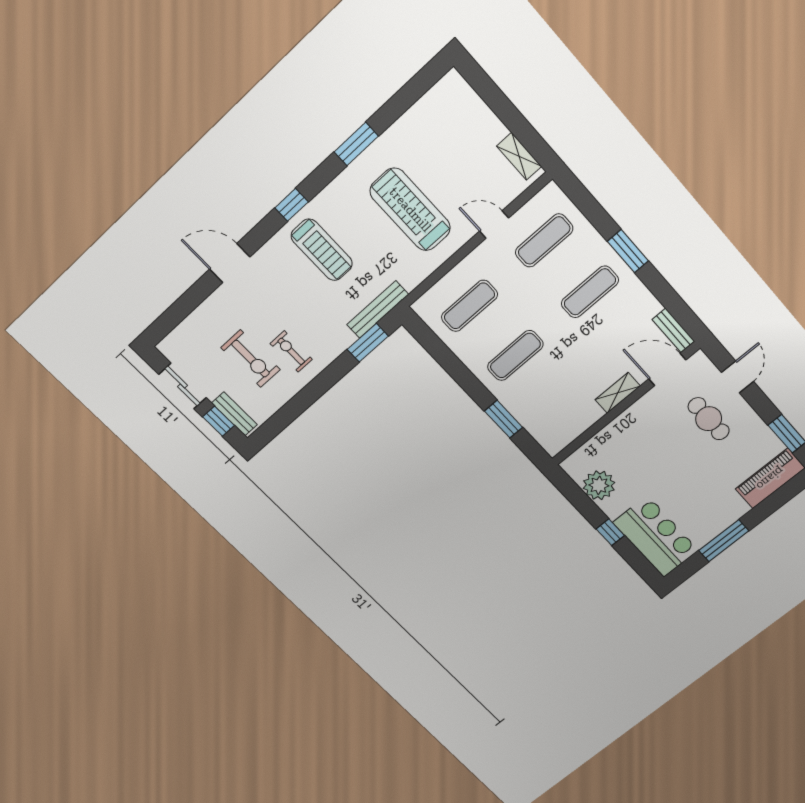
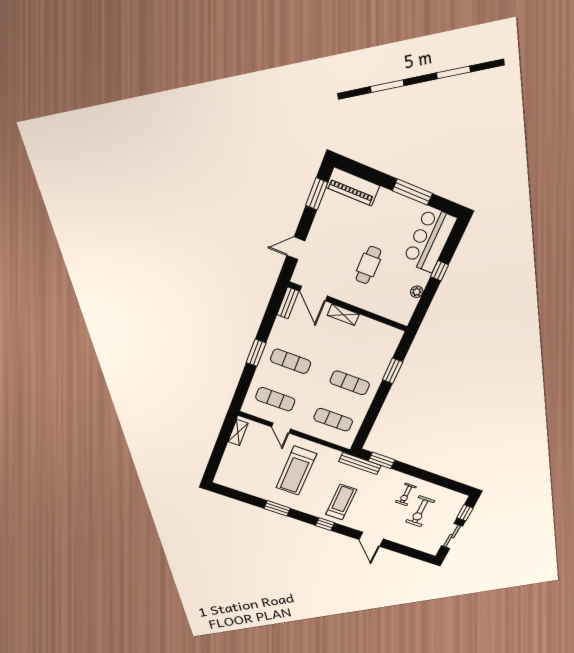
exercise bike: (251, 359) -> (420, 511), turned 180
bench: (234, 414) -> (457, 507), removed
cafe table: (709, 419) -> (368, 265), moved
plant: (599, 485) -> (417, 292), width x0.53, depth x0.53

